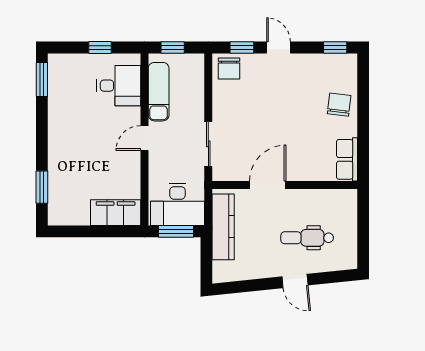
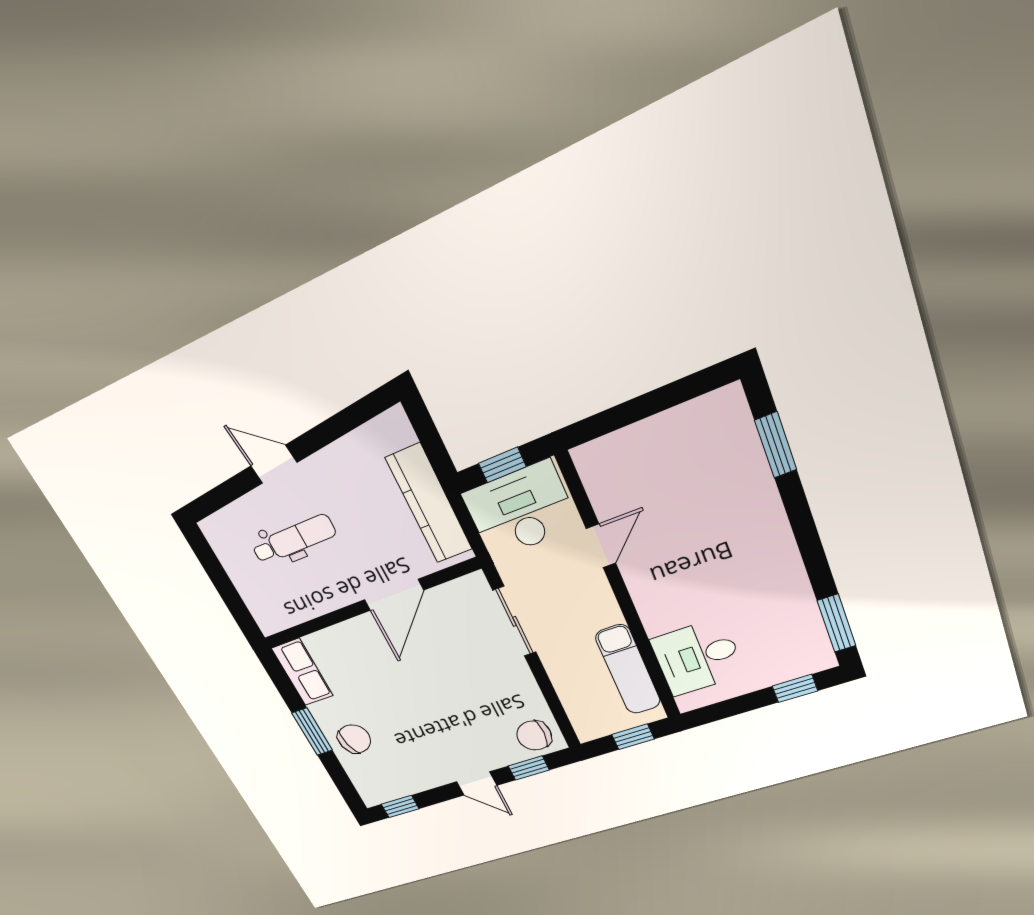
window: (100, 48) -> (795, 688), moved
chair: (229, 68) -> (534, 735), turned -90
chair: (339, 105) -> (354, 739), turned -112
window: (363, 119) -> (312, 732), added
door: (144, 138) -> (601, 546), moved
filing cabinet: (116, 213) -> (621, 454), removed
window: (176, 231) -> (502, 465), width x0.67

